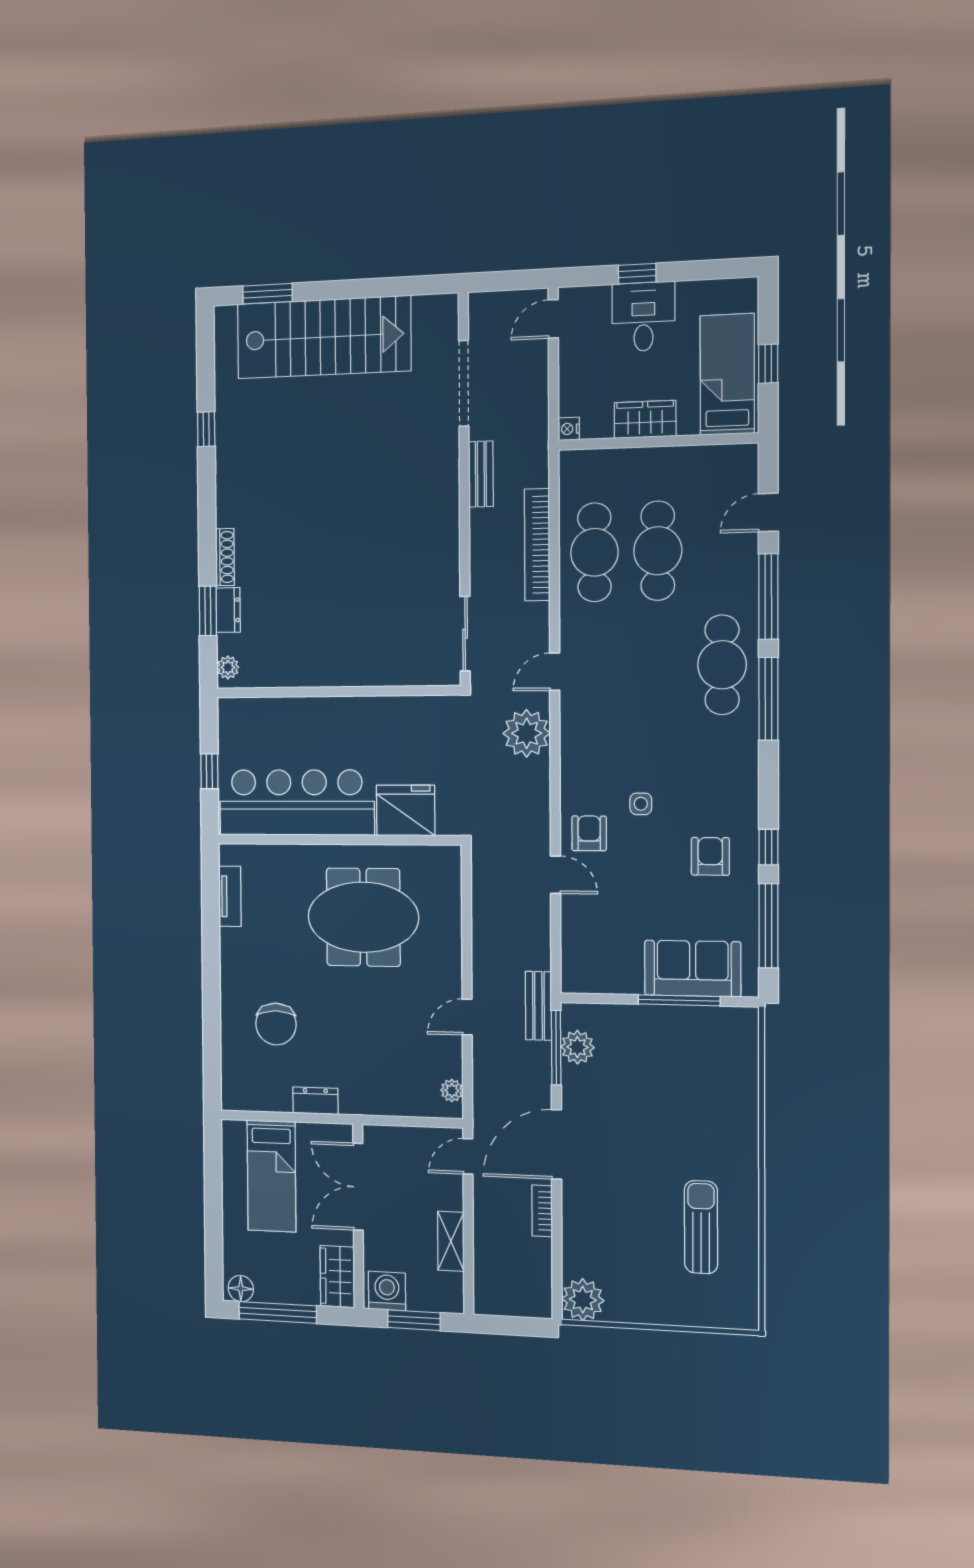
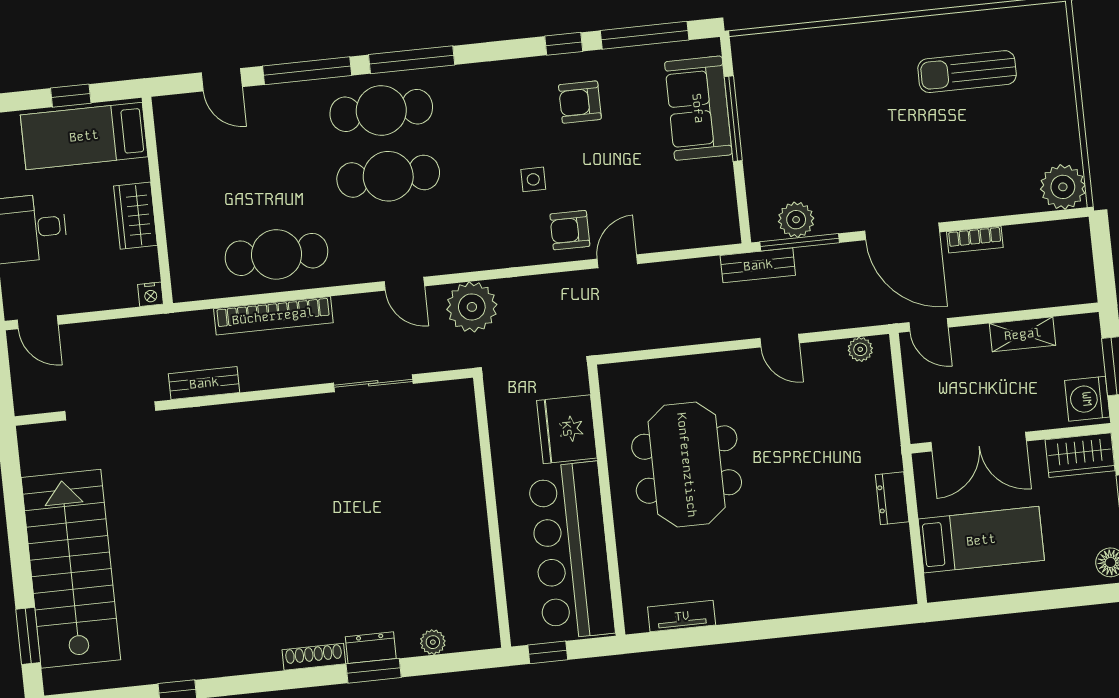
cafe table: (658, 551) -> (388, 176), moved
wall: (337, 692) -> (492, 512), moved
chair: (276, 1024) -> (814, 550), removed

